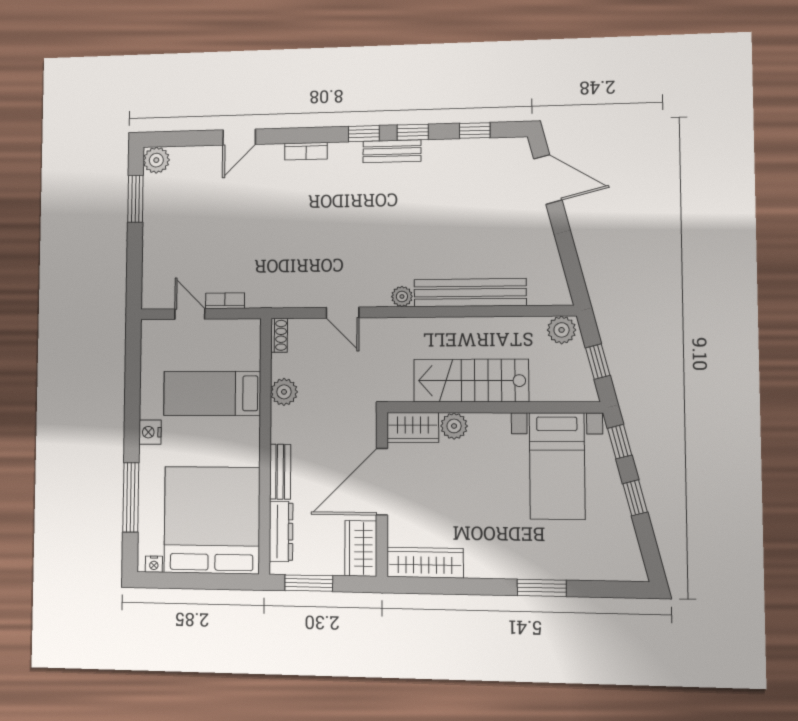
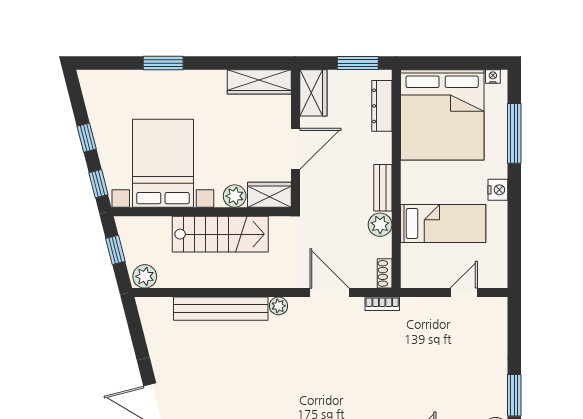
bookcase: (225, 301) -> (382, 304), moved
door: (343, 313) -> (330, 293), width x1.38
door: (190, 314) -> (464, 293), swing flipped
bed with nightstands: (557, 466) -> (163, 163), width x1.36
bench: (280, 472) -> (383, 188), moved
door: (382, 482) -> (296, 149), width x0.73

